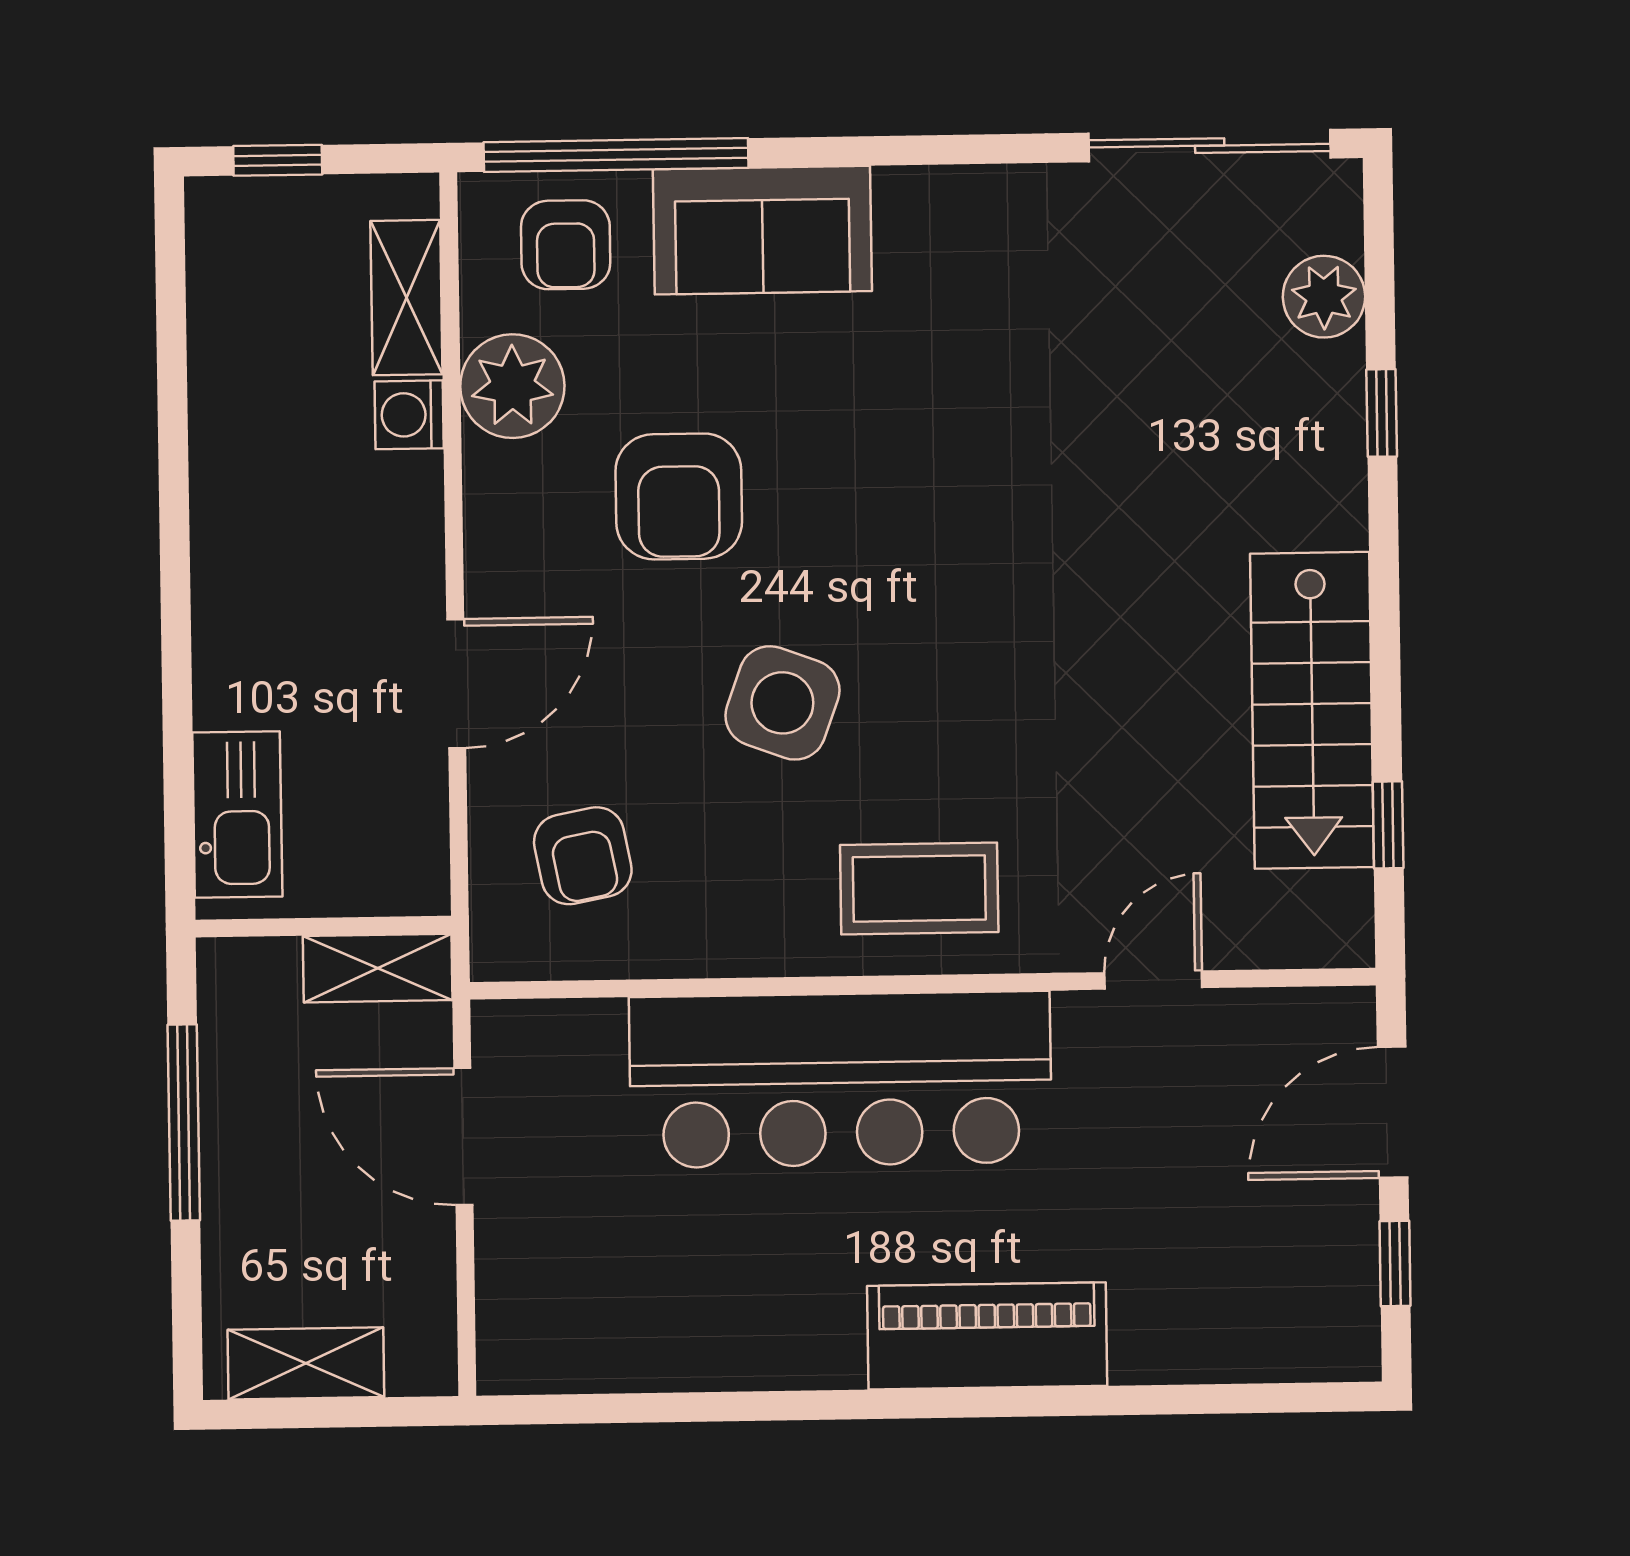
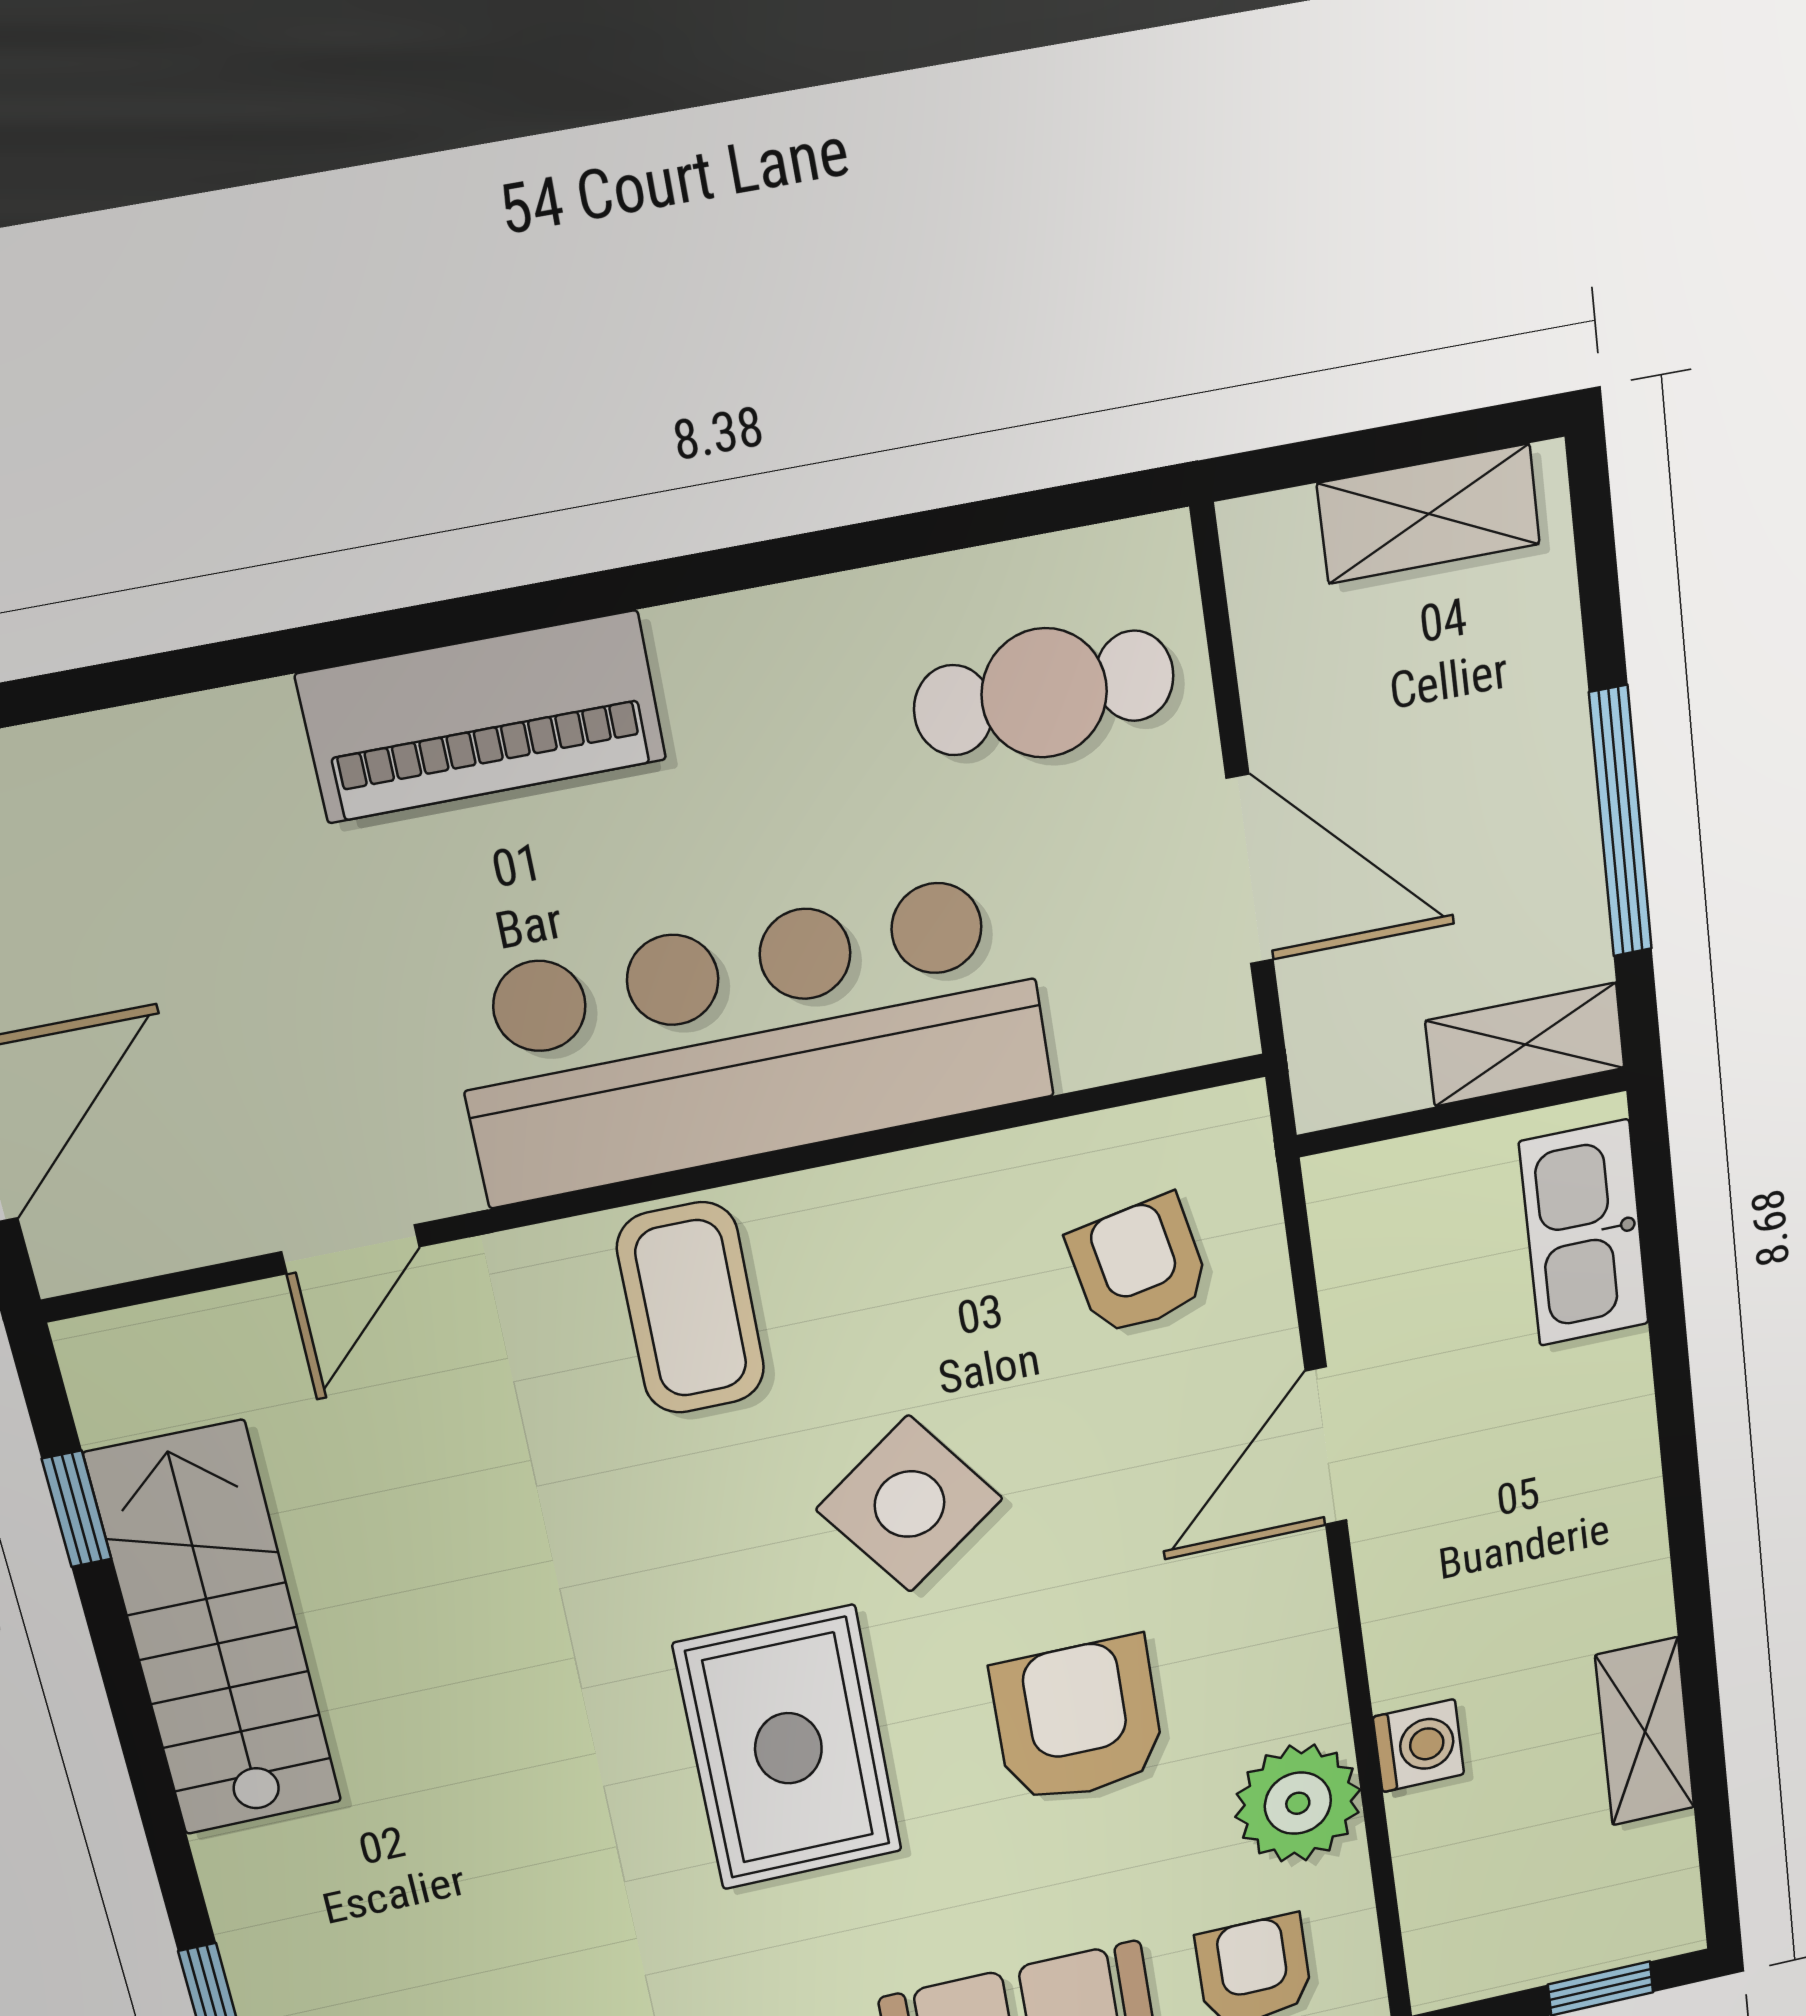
shelving: (406, 298) -> (1645, 1732), moved
rug: (906, 522) -> (788, 1748), added
side table: (782, 703) -> (909, 1504), turned 34
coffee table: (919, 888) -> (691, 1308), turned 90
shelving: (378, 968) -> (1525, 1045), moved
cafe table: (596, 1286) -> (1044, 693), added

